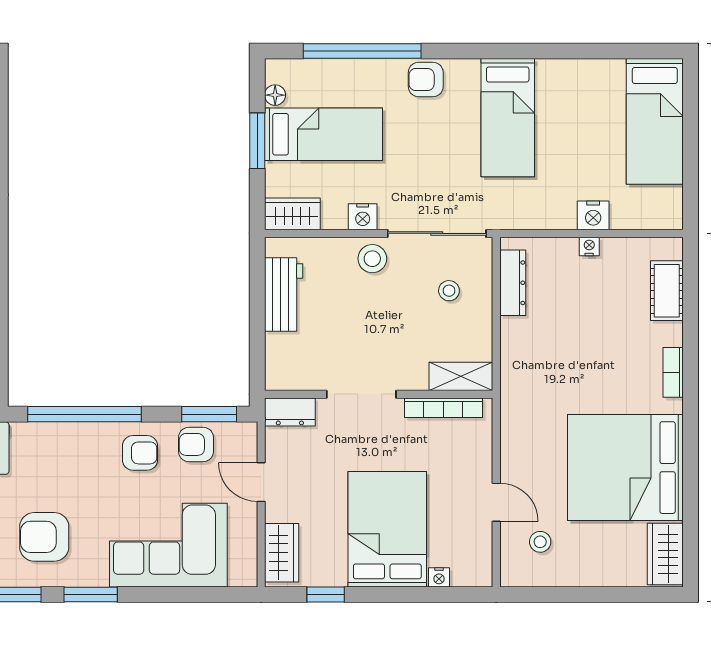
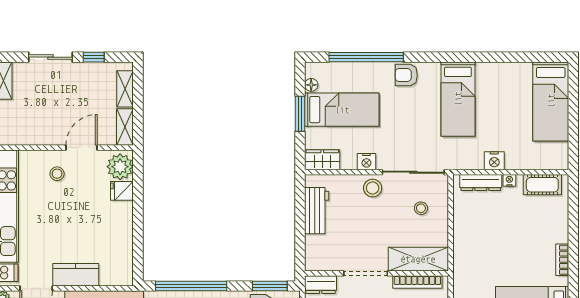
nightstand: (593, 215) -> (494, 161), moved
dresser: (513, 283) -> (481, 183), moved, turned 90
cot: (667, 291) -> (542, 185), moved, turned 90
shelving: (461, 376) -> (418, 259), width x1.50, depth x1.33

